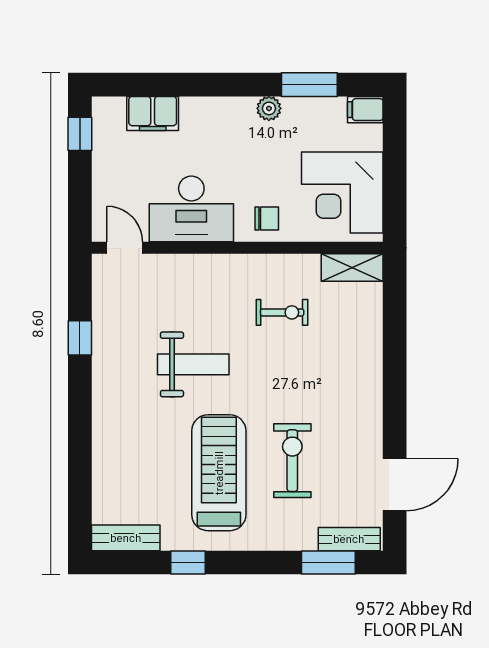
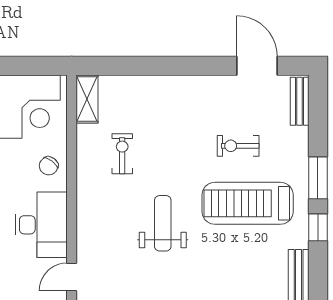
chair: (267, 218) -> (49, 166), turned -143
exercise bike: (292, 461) -> (238, 146), width x0.73, depth x0.72
window: (328, 563) -> (318, 178), moved

